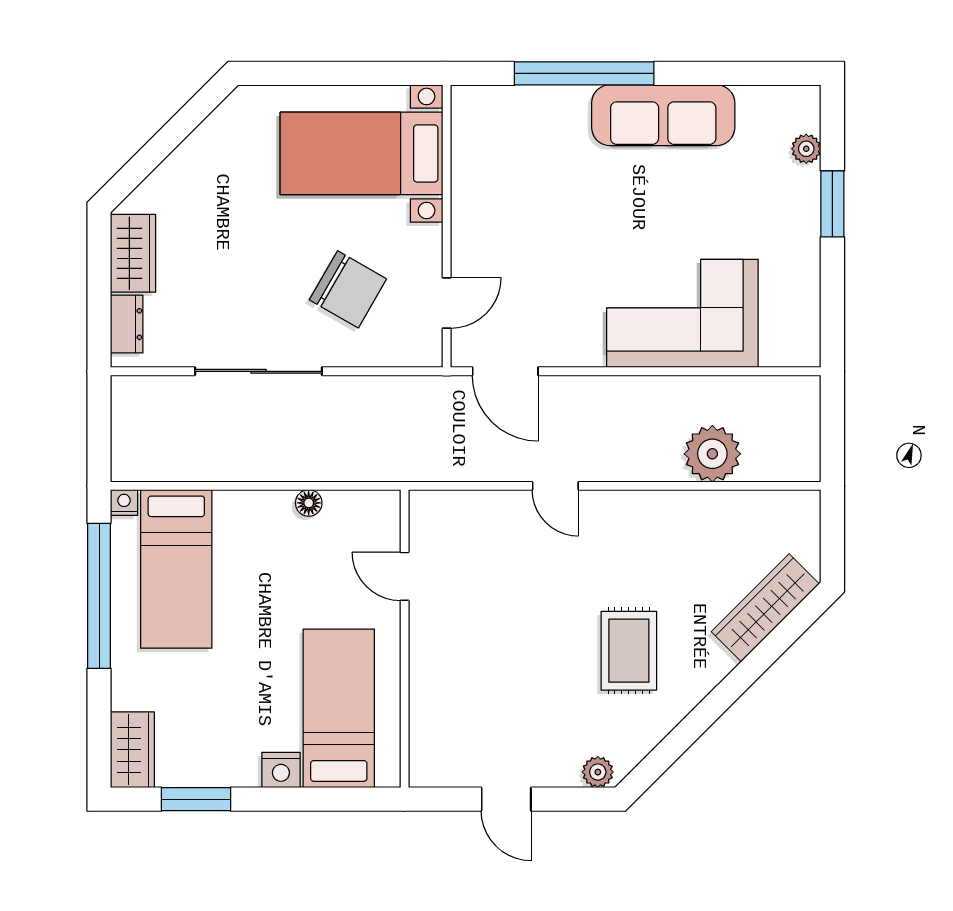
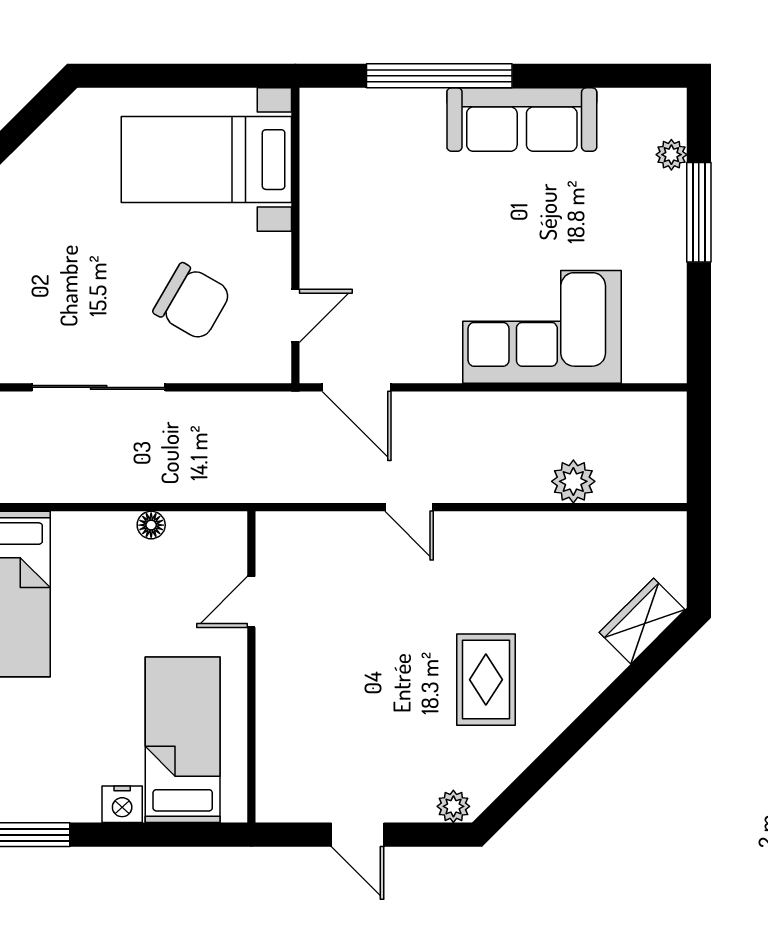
window: (832, 204) -> (699, 212), width x1.44
plant: (712, 454) -> (573, 481), width x0.73, depth x0.73
door: (405, 576) -> (251, 602), hinge flipped
wardrobe: (765, 608) -> (642, 621), width x0.67

